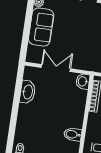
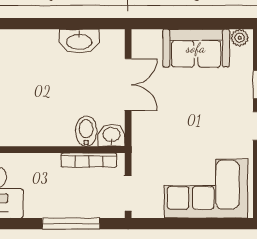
bidet: (73, 134) -> (86, 131), moved

